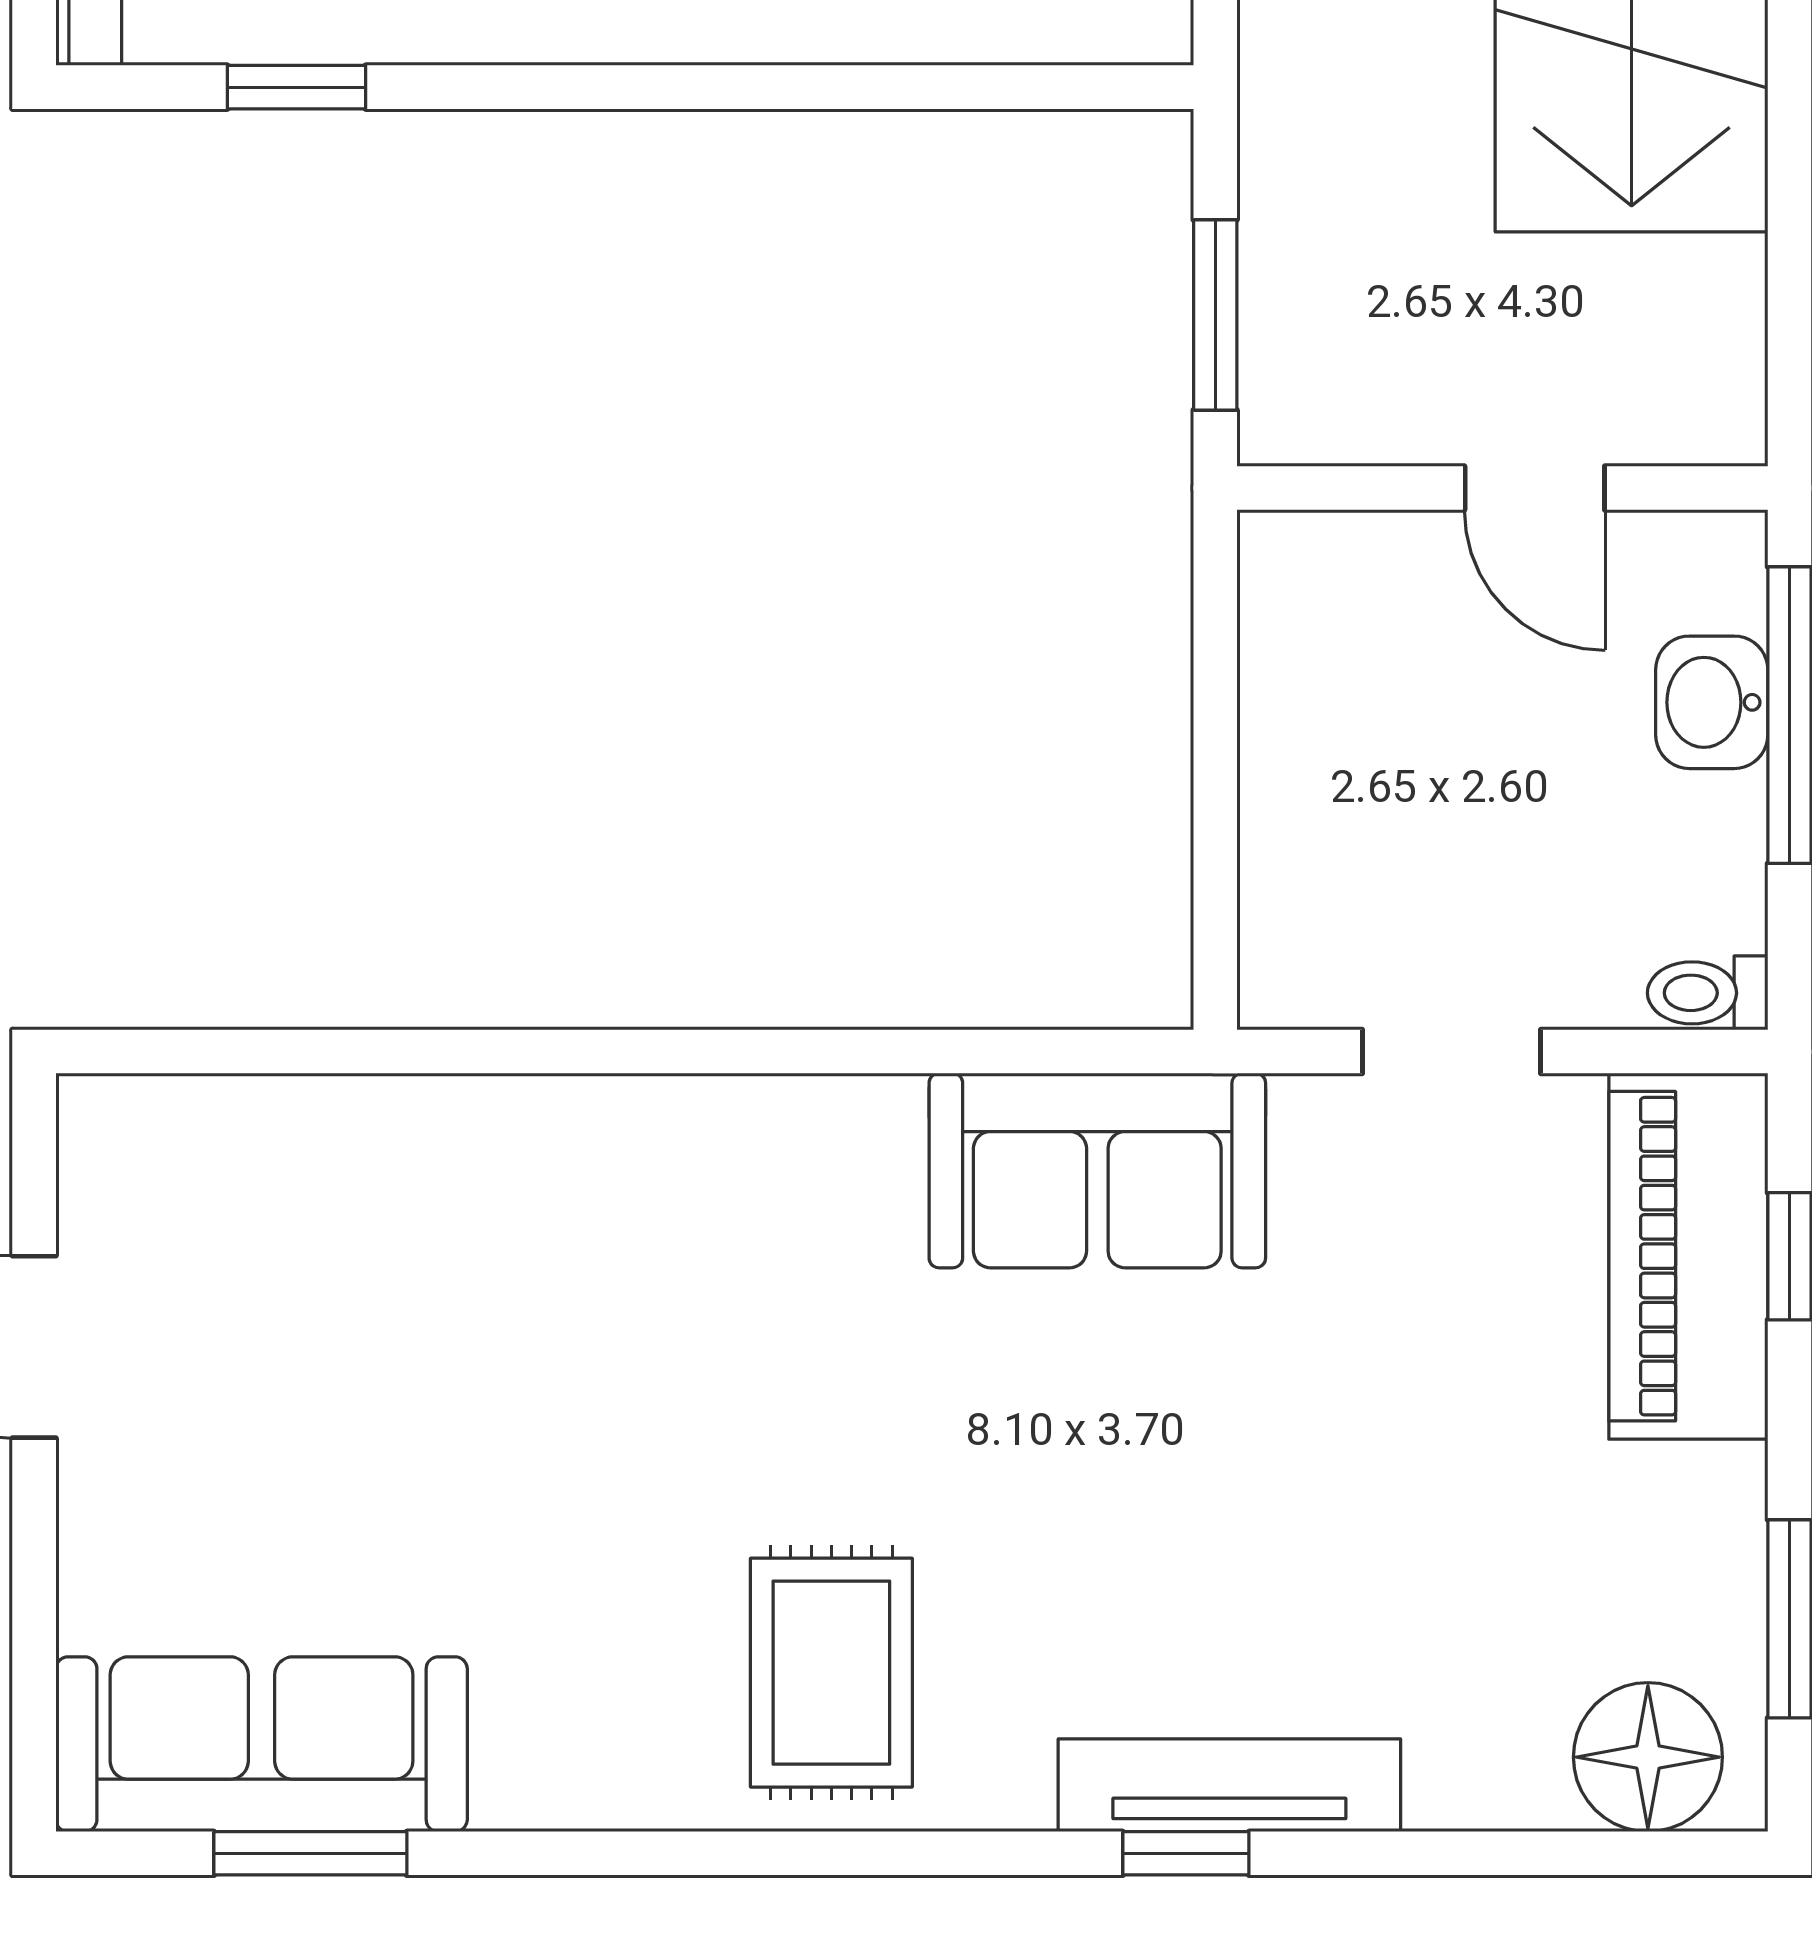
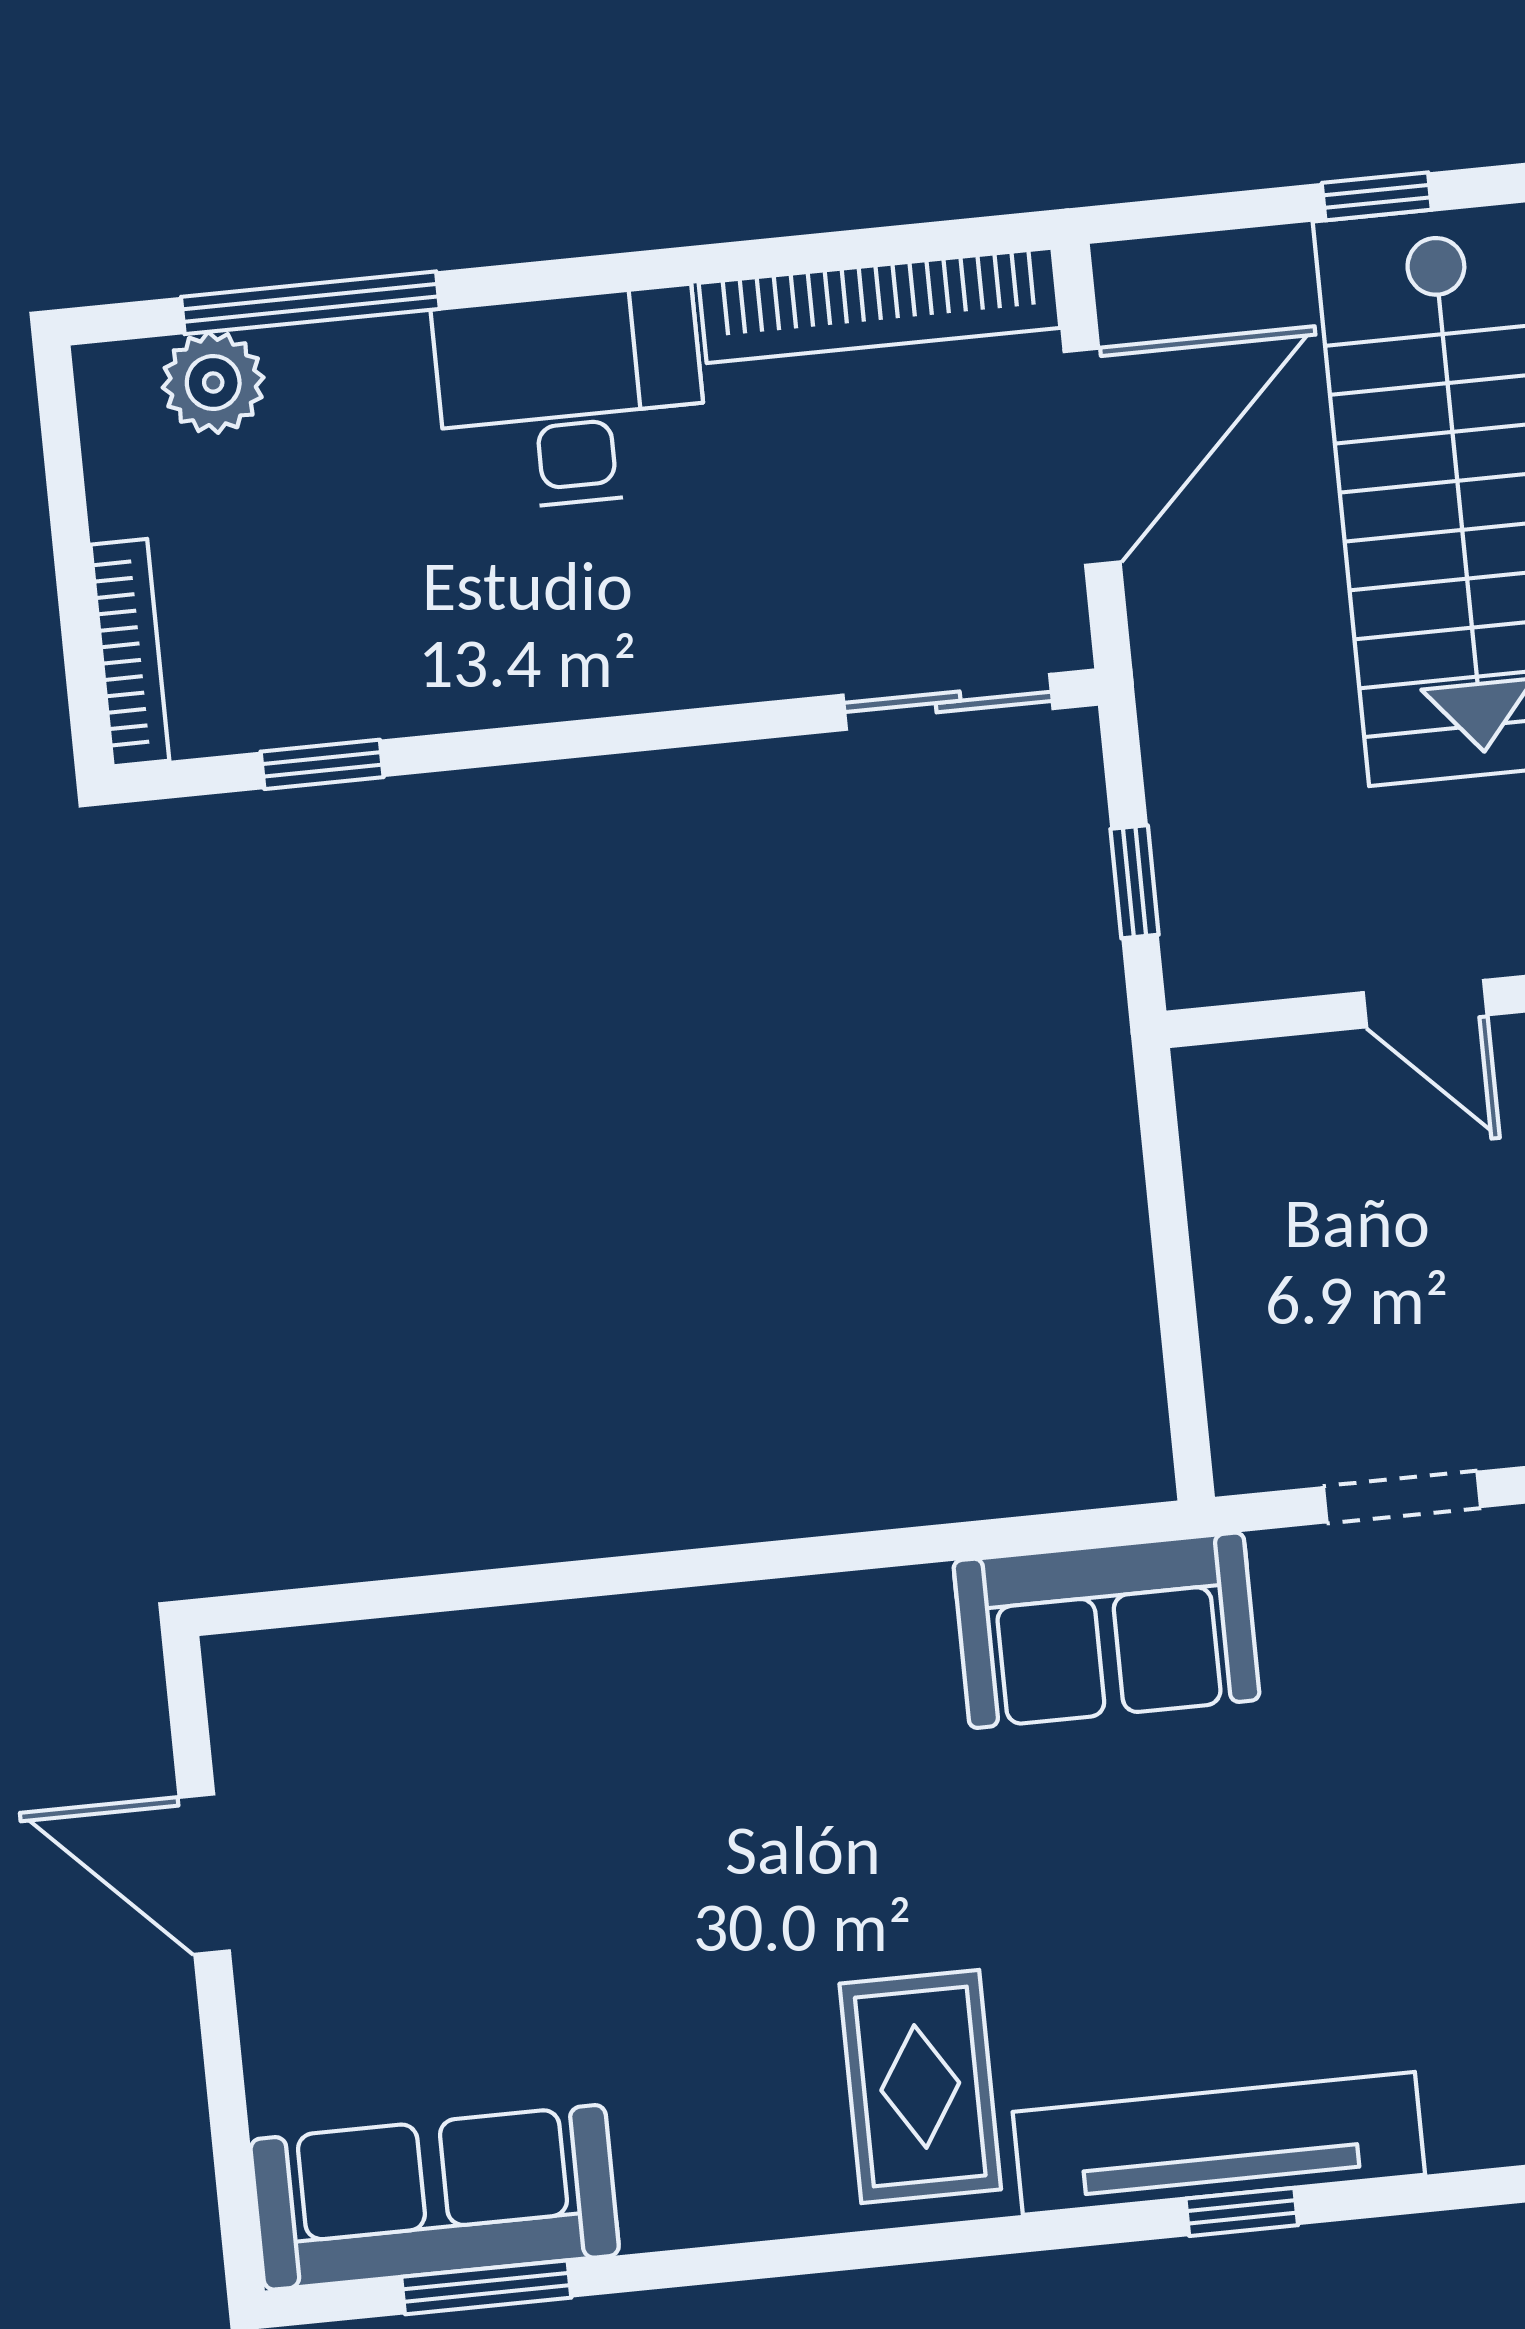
sliding door: (1022, 87) -> (948, 702), added
window: (1215, 315) -> (1135, 882), width x0.67
tv unit: (1229, 1785) -> (1219, 2143), width x1.36, depth x1.29

